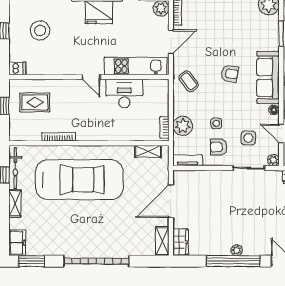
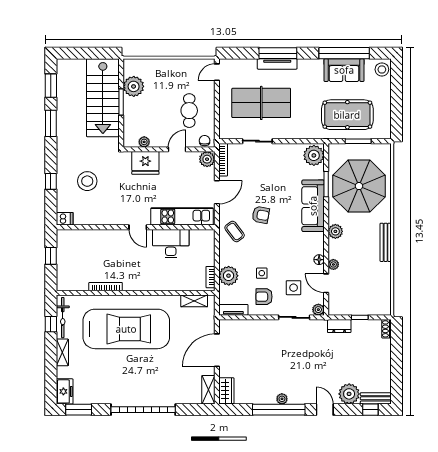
armchair: (230, 74) -> (261, 215), moved
sofa: (268, 77) -> (313, 206), moved
rug: (35, 102) -> (82, 252), removed

